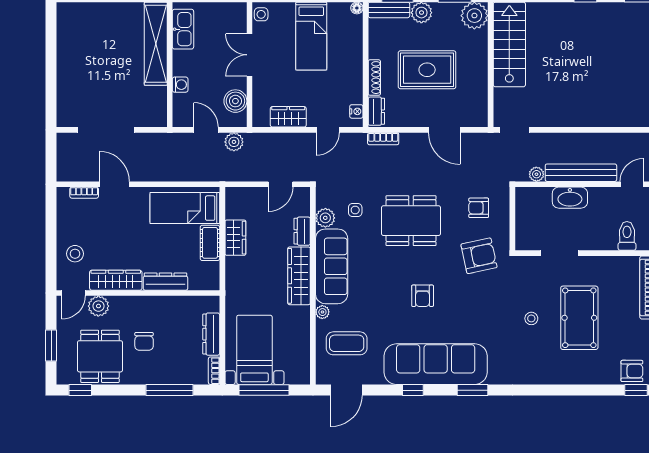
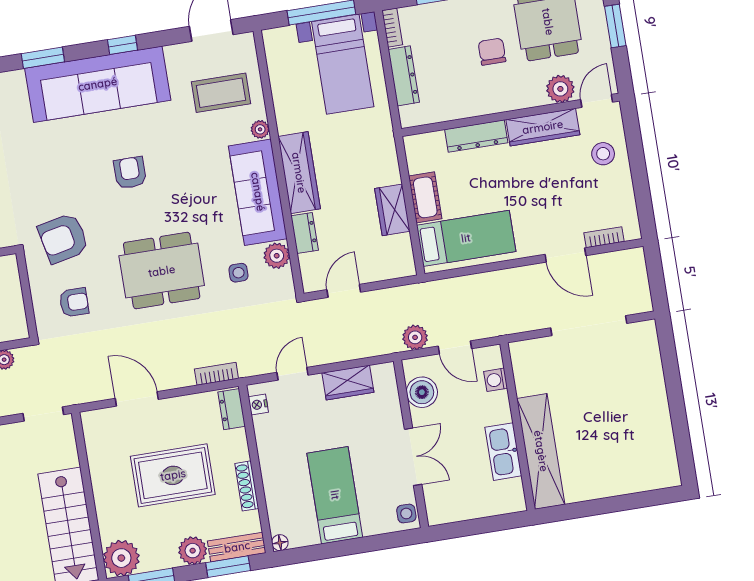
kitchen sink: (183, 29) -> (503, 452), moved
shoe rack: (374, 78) -> (247, 486), moved
washing machine: (180, 85) -> (496, 380), moved

